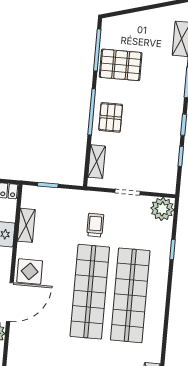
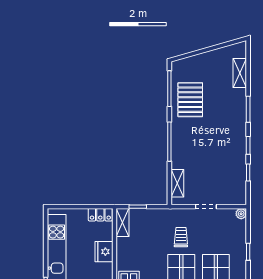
pallet: (121, 65) -> (190, 100), turned 90
pallet: (111, 117) -> (186, 145), removed
plant: (162, 209) -> (241, 214), width x0.53, depth x0.53
shelving: (26, 225) -> (123, 222), moved

